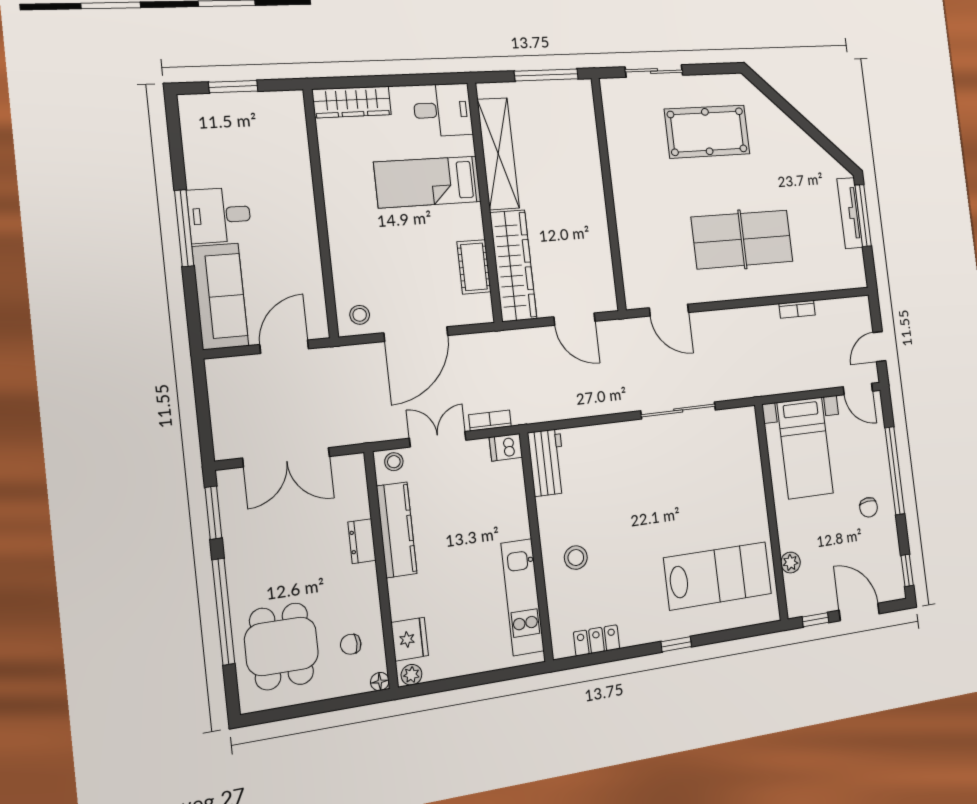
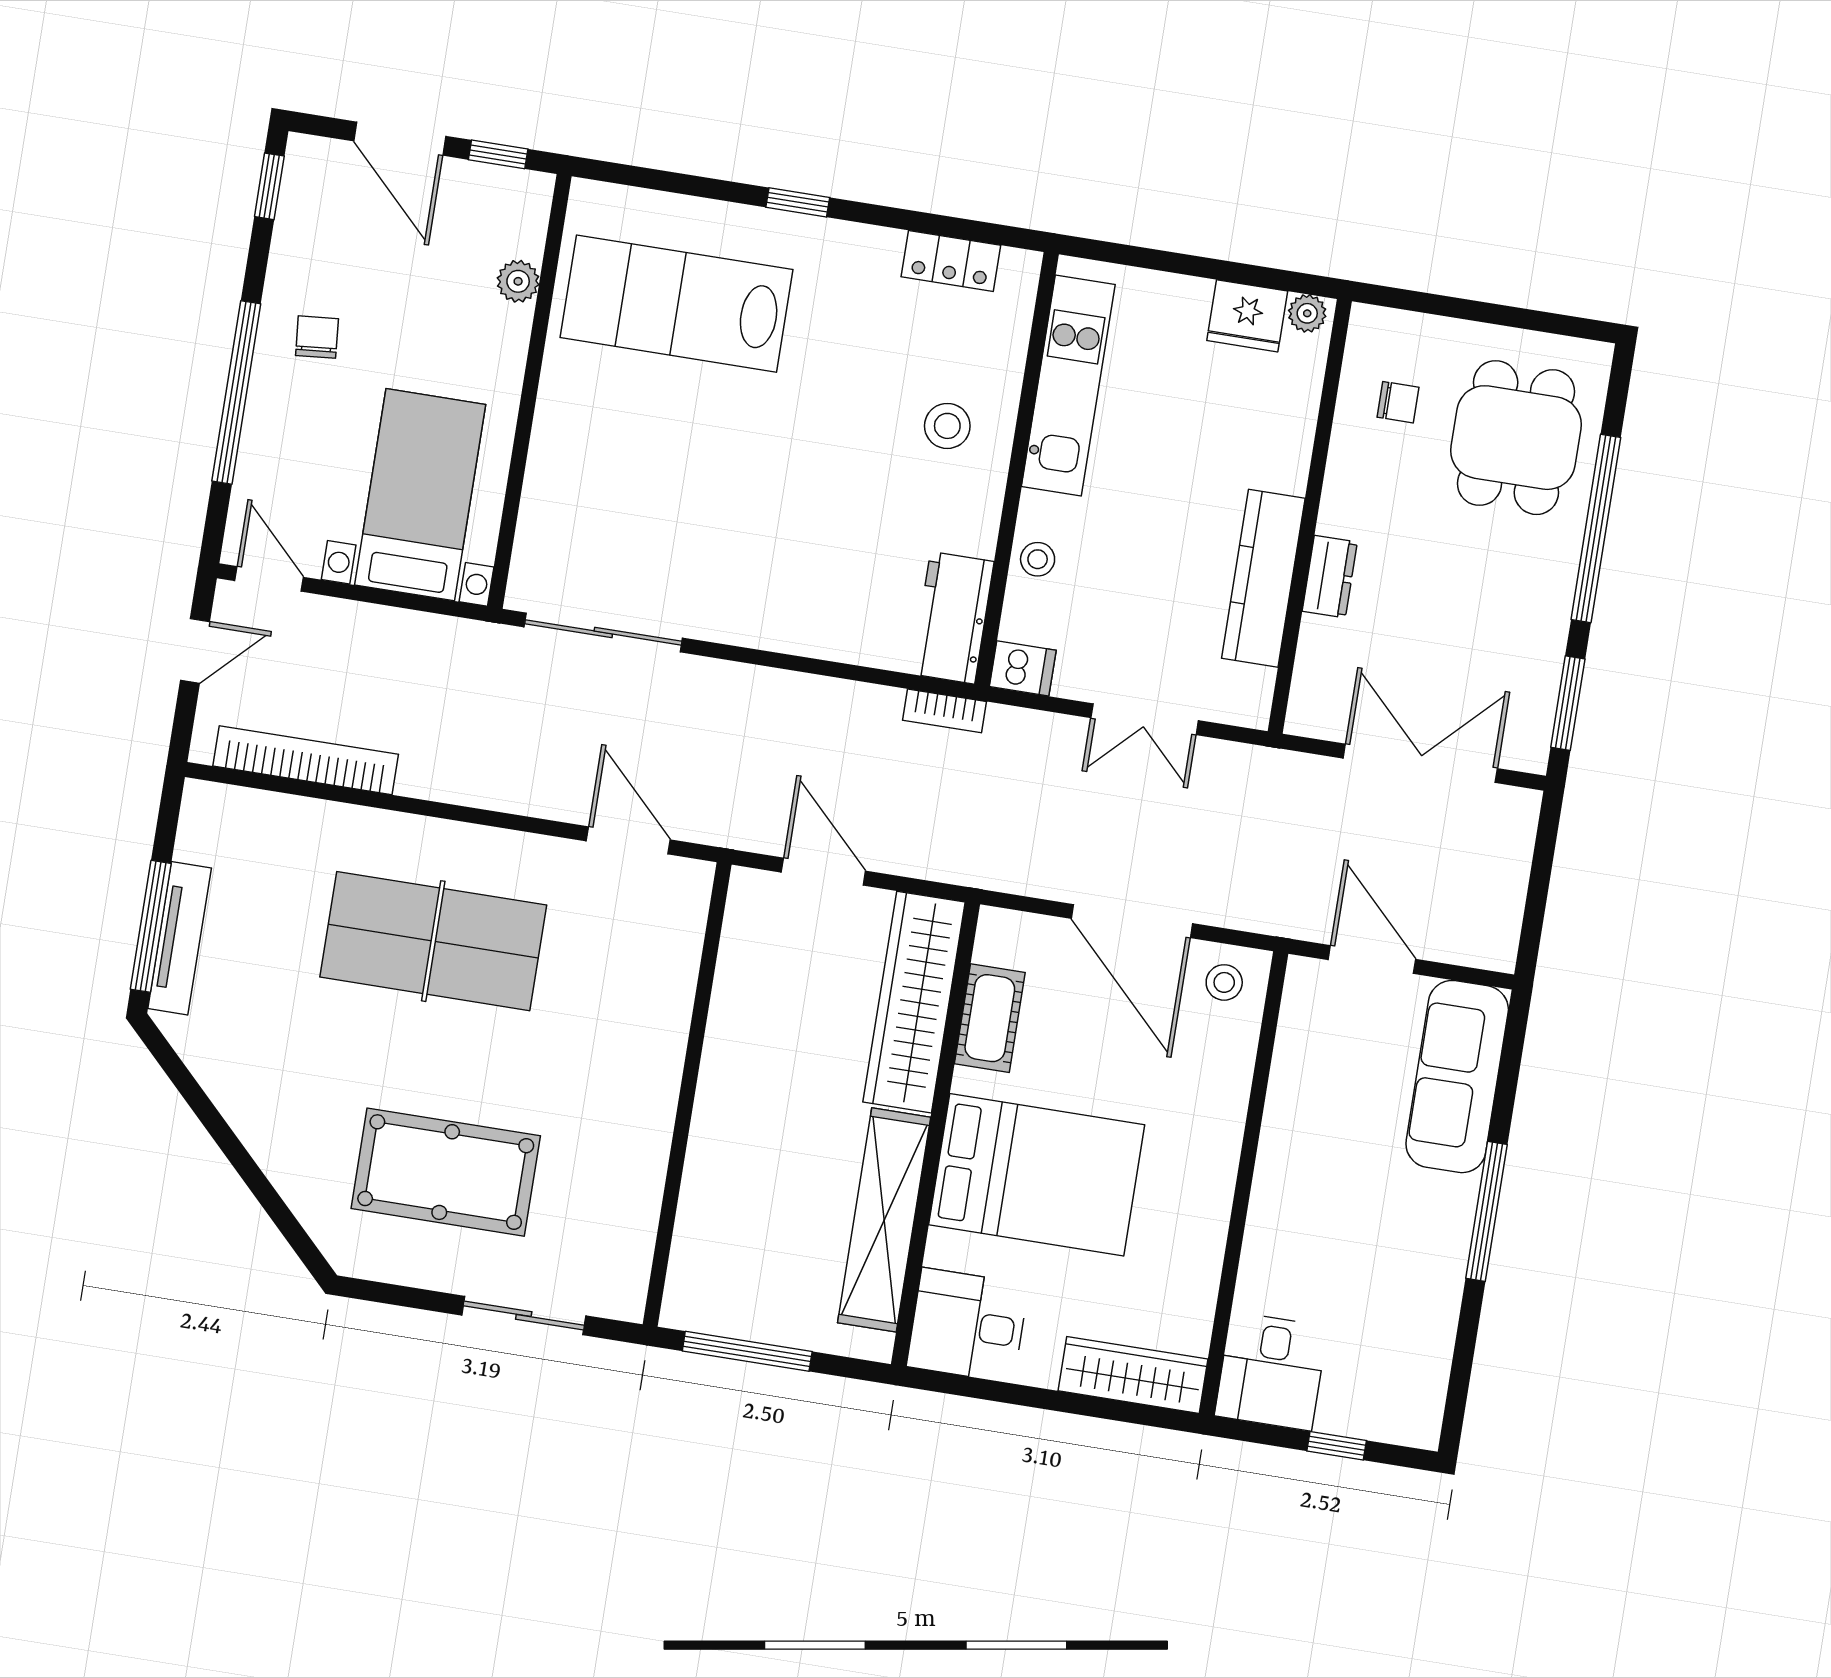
window: (233, 87) -> (1337, 1446), width x0.67
bed: (428, 182) -> (1037, 1175), width x1.50
desk: (219, 215) -> (1271, 1371), moved, turned 90
bookcase: (797, 309) -> (306, 760), width x2.31, depth x1.31
door: (416, 334) -> (1132, 921), swing flipped
door: (284, 347) -> (1372, 959), swing flipped
sliding door: (678, 410) -> (603, 632), moved
bookcase: (490, 421) -> (944, 711), moved
stool: (394, 462) -> (1038, 559), moved
fridge: (410, 639) -> (1247, 316), moved, turned -90
floor lamp: (380, 682) -> (1366, 320), removed

